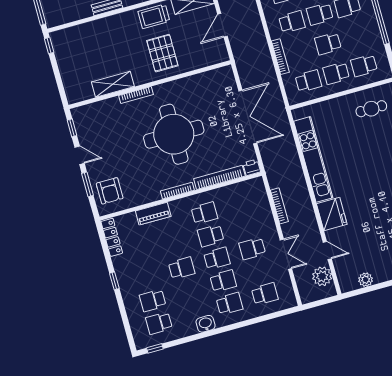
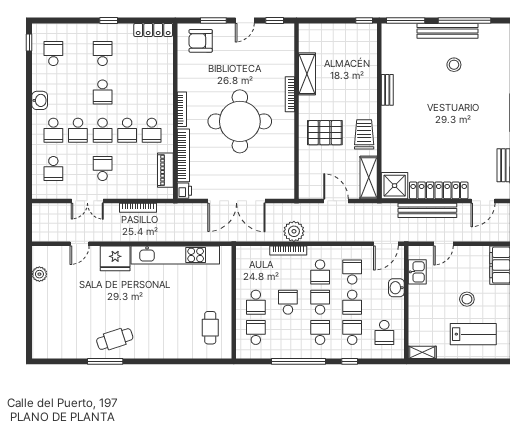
school desk: (336, 73) -> (256, 302), turned 180
school desk: (308, 81) -> (256, 272), removed
piano: (153, 214) -> (165, 170), moved
school desk: (211, 236) -> (127, 130), turned 180
plant: (322, 276) -> (294, 231), moved
school desk: (153, 301) -> (103, 54), moved

